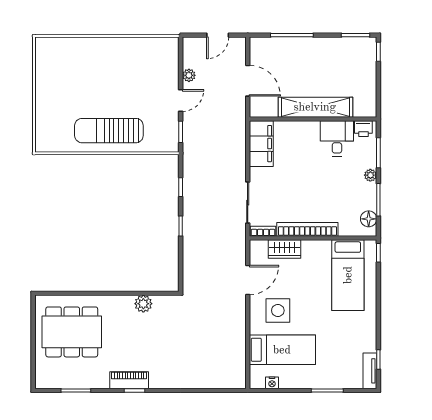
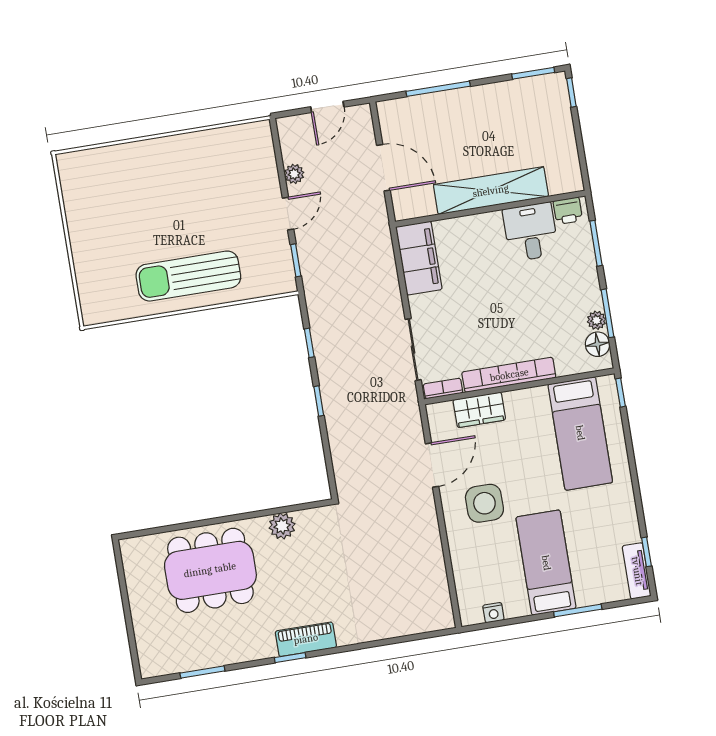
plant: (370, 175) -> (596, 320), moved
dining table: (72, 332) -> (210, 570), moved
bed: (282, 350) -> (546, 563), moved, turned -90
piano: (129, 380) -> (306, 639), moved

